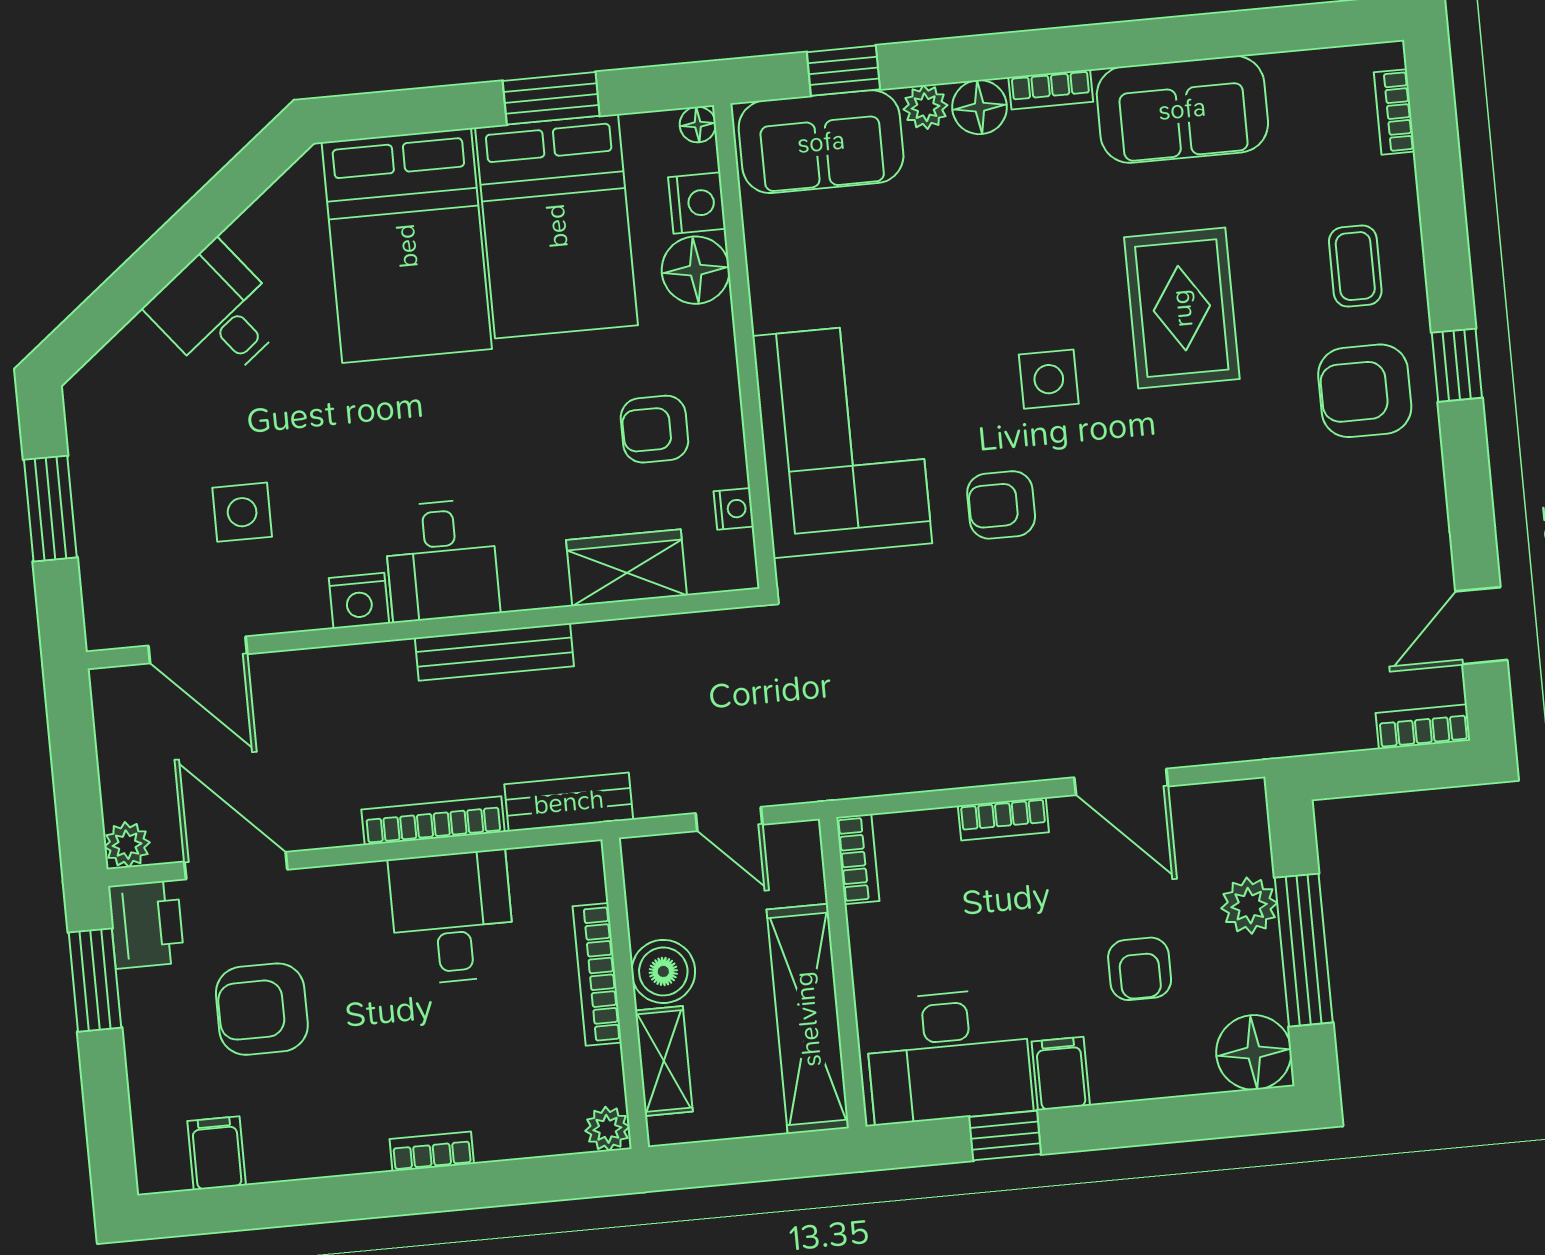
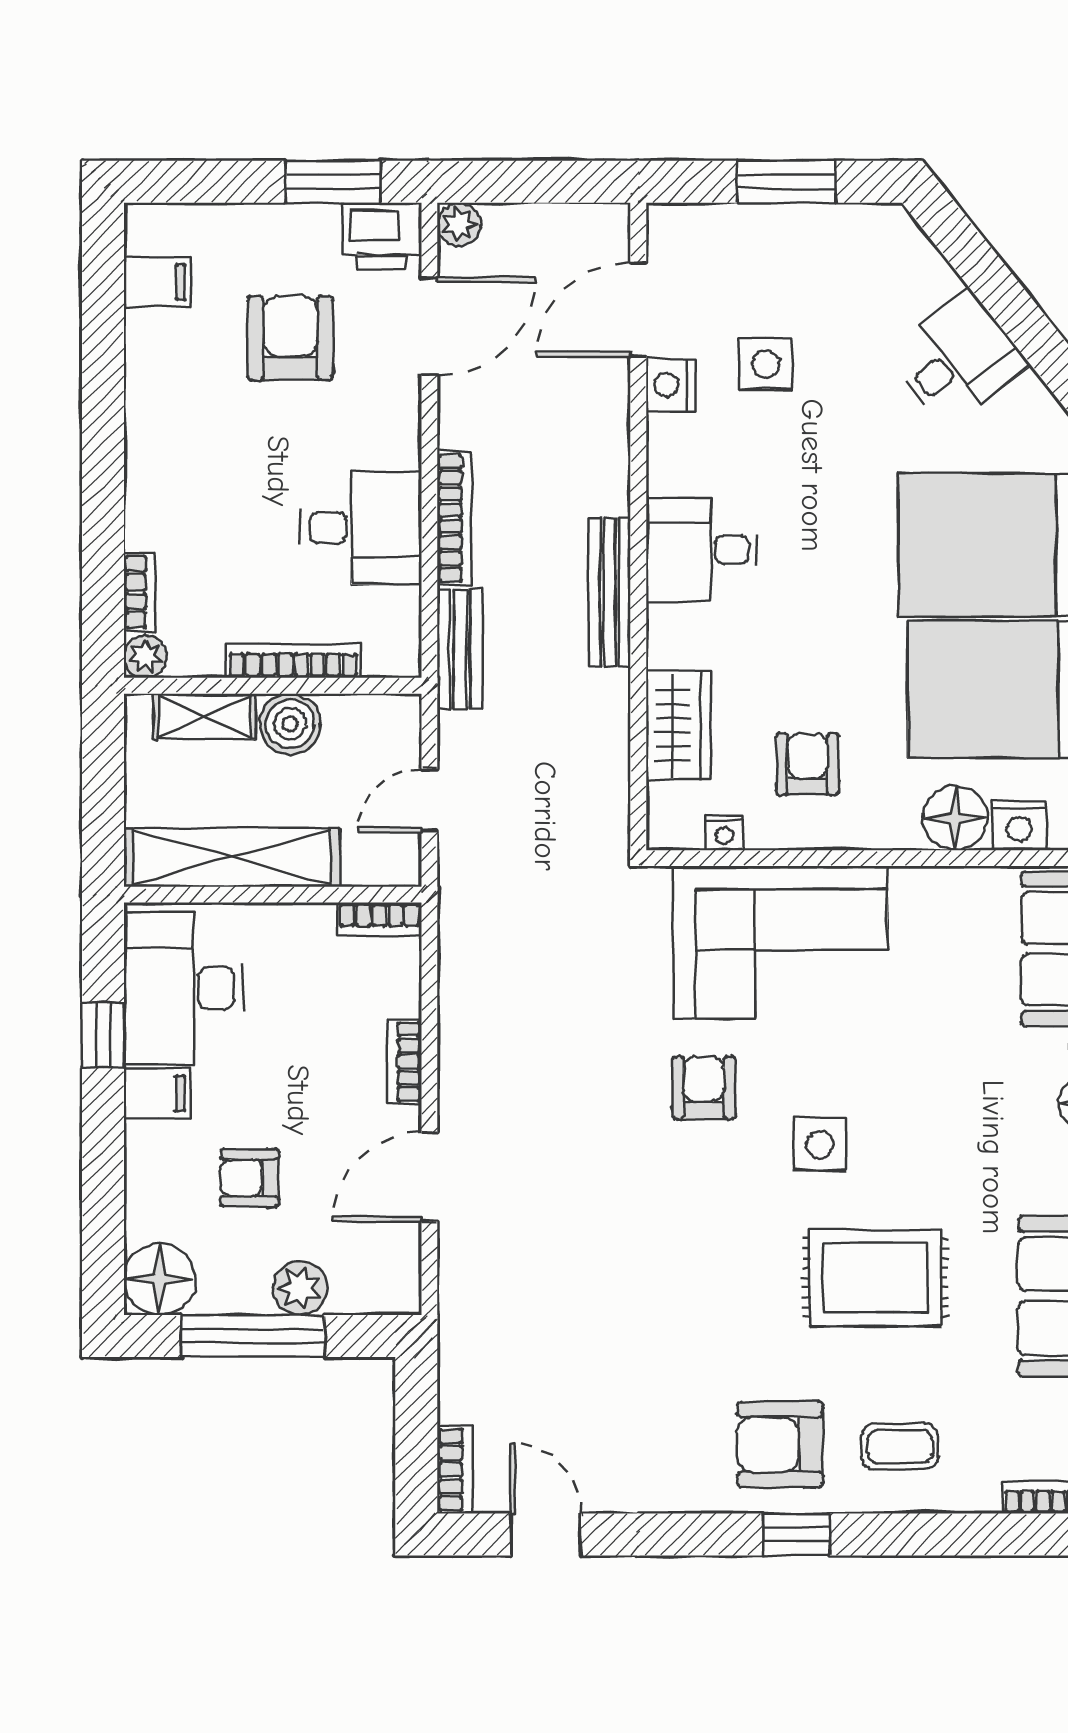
armchair: (1365, 391) -> (780, 1444), turned -90
nightstand: (359, 601) -> (671, 385), moved
bookcase: (432, 1151) -> (139, 592), moved

